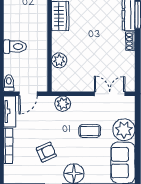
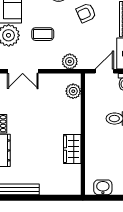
plant: (59, 60) -> (73, 91), moved

